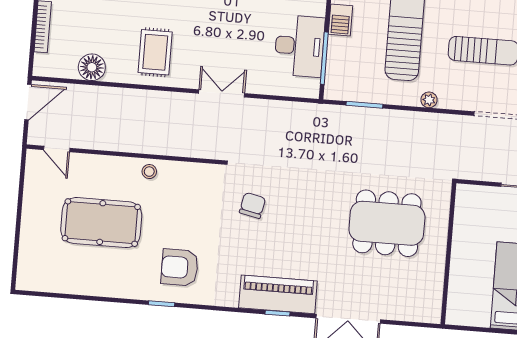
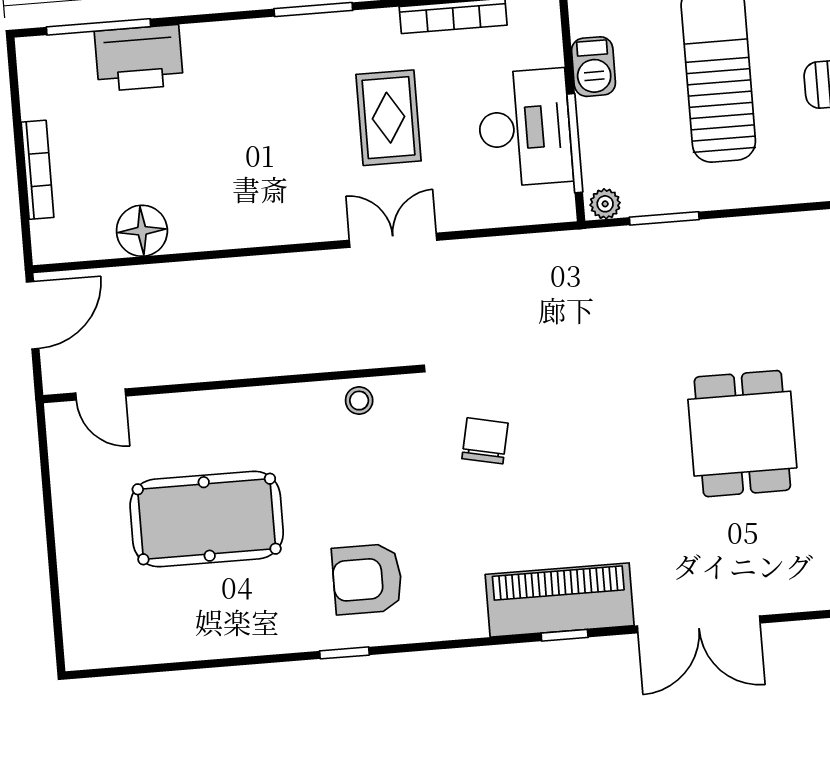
rug: (155, 52) -> (389, 118), moved
plant: (429, 100) -> (605, 204), moved
stool: (149, 172) -> (359, 401), moved
dining table: (387, 223) -> (742, 434), width x0.73

